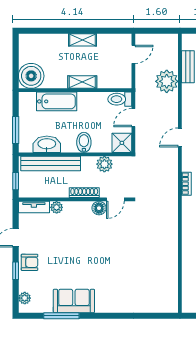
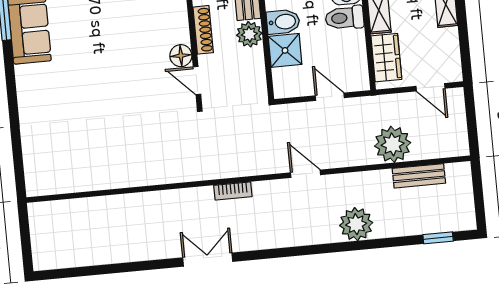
wardrobe: (112, 80) -> (386, 58), added
toilet: (120, 99) -> (345, 18), moved, turned -90
shower: (122, 143) -> (285, 50), moved
plant: (104, 164) -> (249, 34), moved

